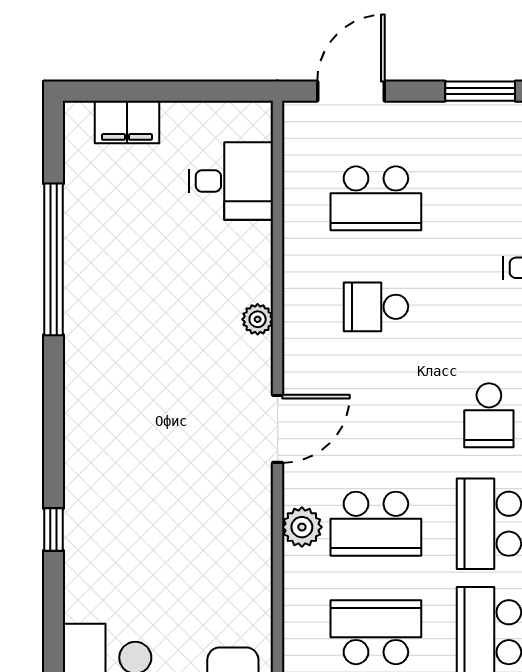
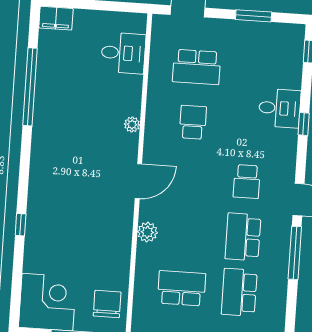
filing cabinet: (127, 122) -> (56, 18), moved
school desk: (376, 307) -> (193, 122), turned 90
school desk: (376, 524) -> (185, 233), removed

